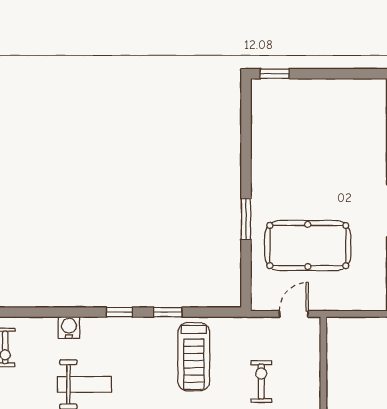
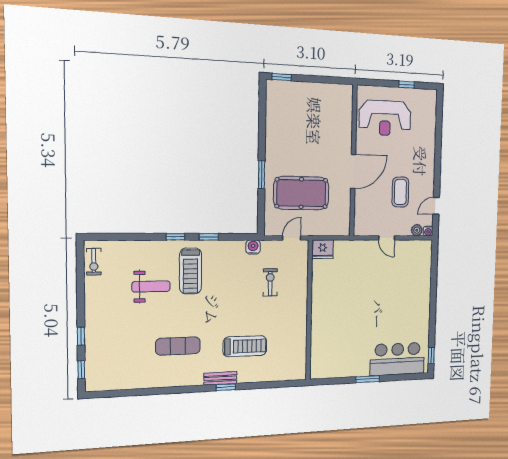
water cooler: (69, 327) -> (253, 247), moved
fridge: (343, 331) -> (323, 249), added
treadmill: (194, 357) -> (191, 271), moved

